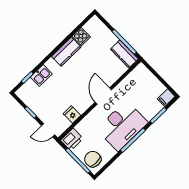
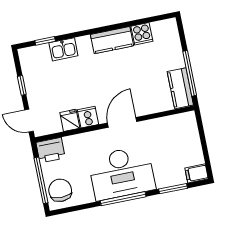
cooker: (81, 106) -> (88, 117), added

